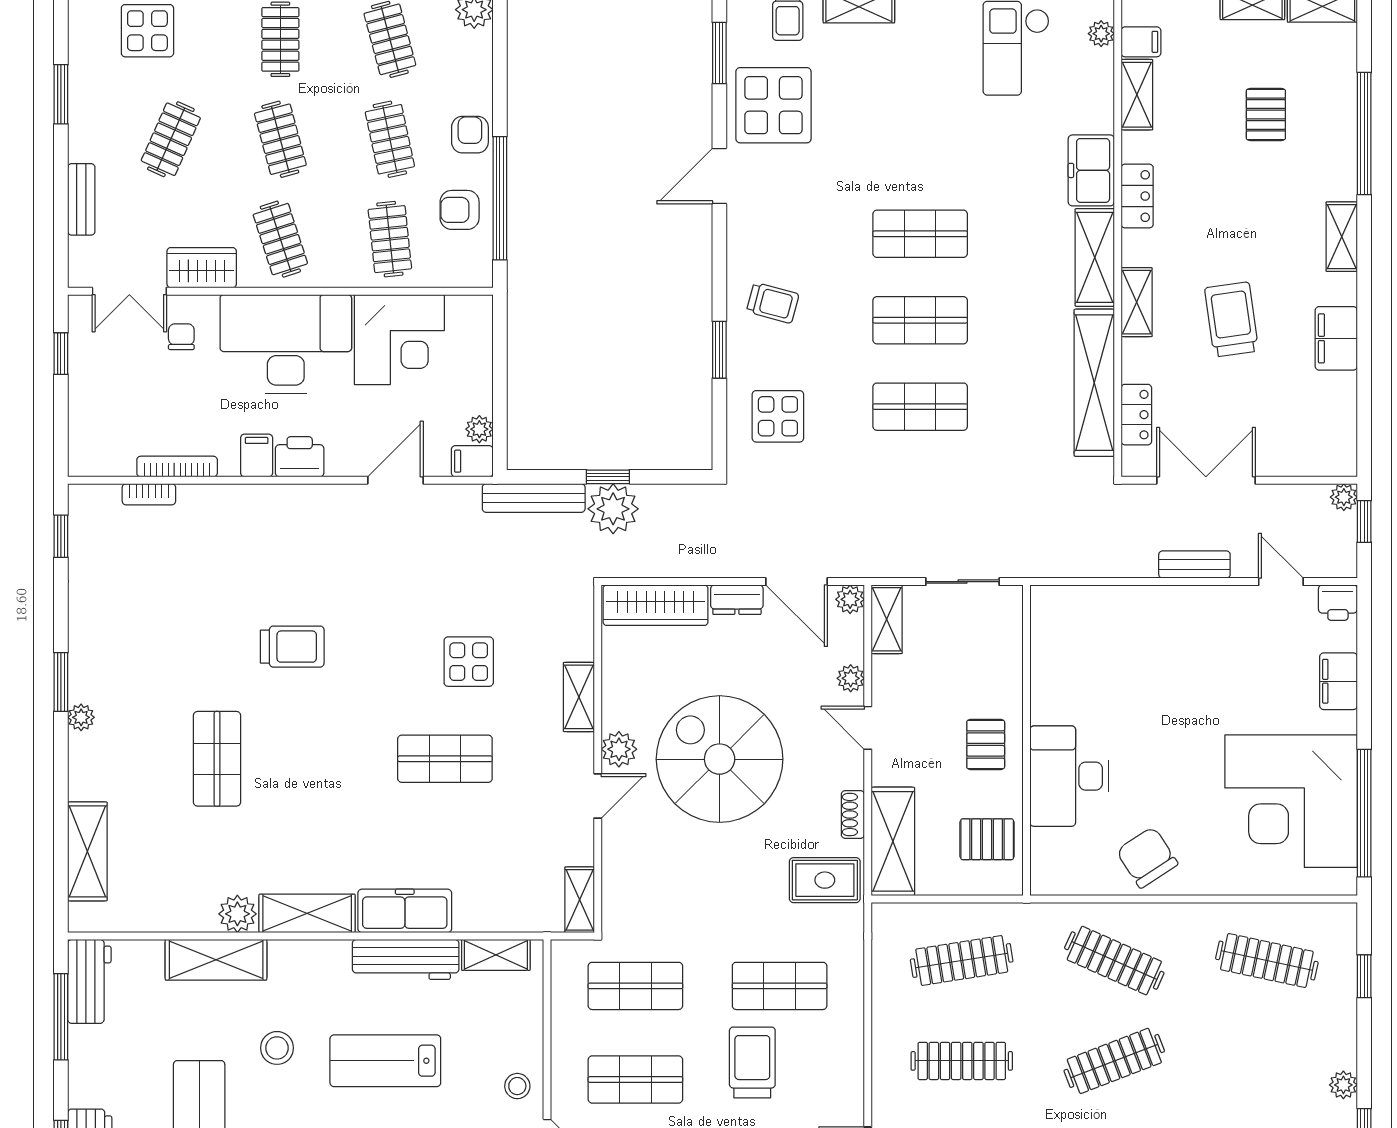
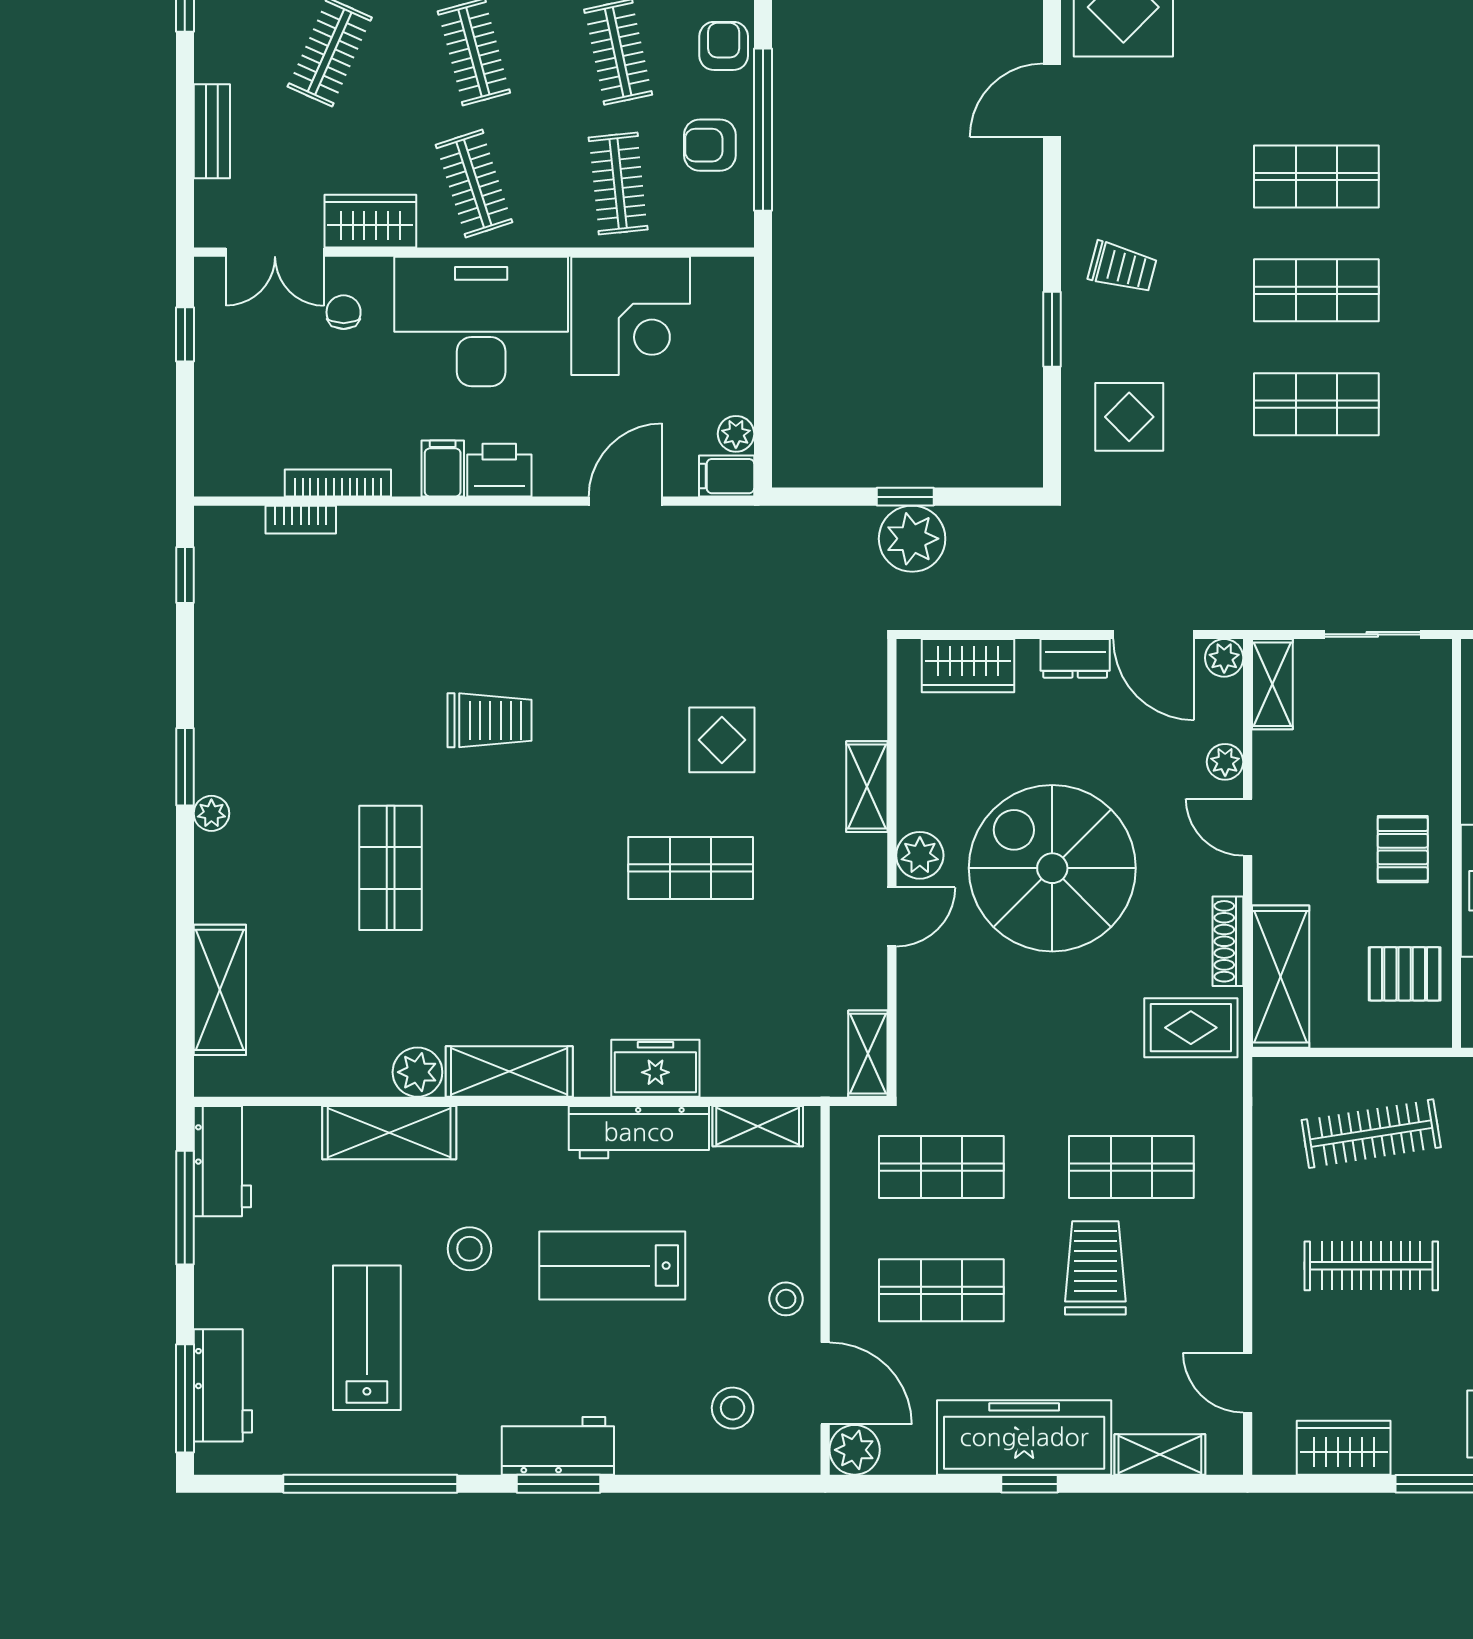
bench: (534, 498) -> (808, 524), removed
wardrobe: (655, 605) -> (968, 666), width x0.67
shoe rack: (853, 815) -> (1228, 941), width x1.43
freezer: (405, 911) -> (655, 1068), width x0.71

